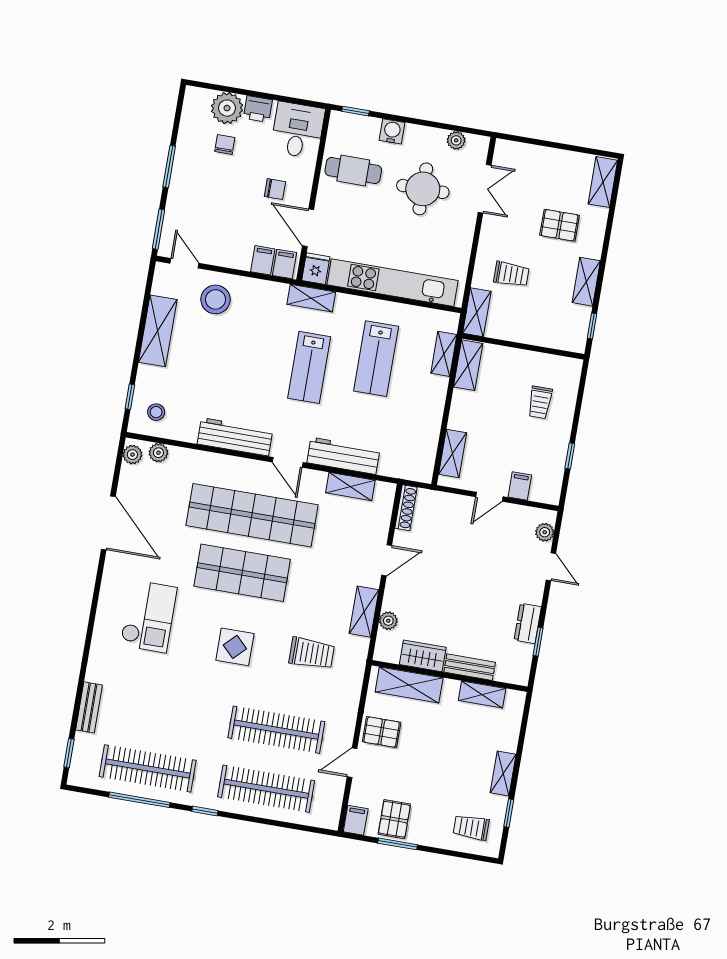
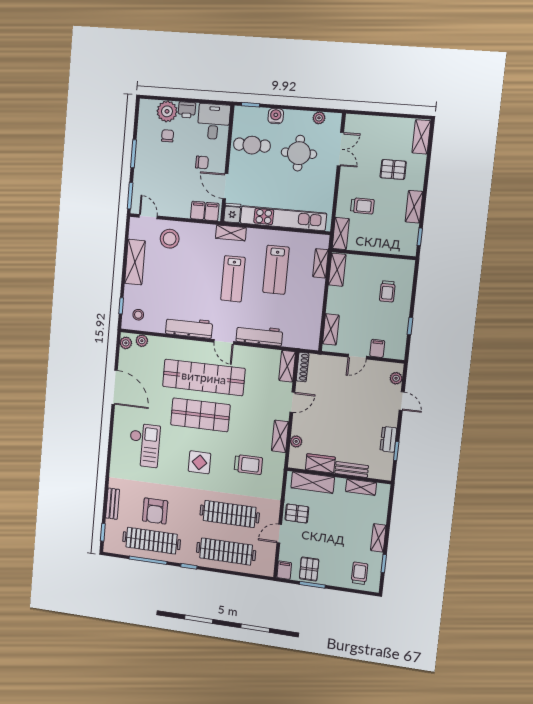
shelving: (350, 486) -> (287, 366), moved, turned 90
armchair: (157, 721) -> (155, 511), added
trolley: (471, 827) -> (360, 573), turned 90

